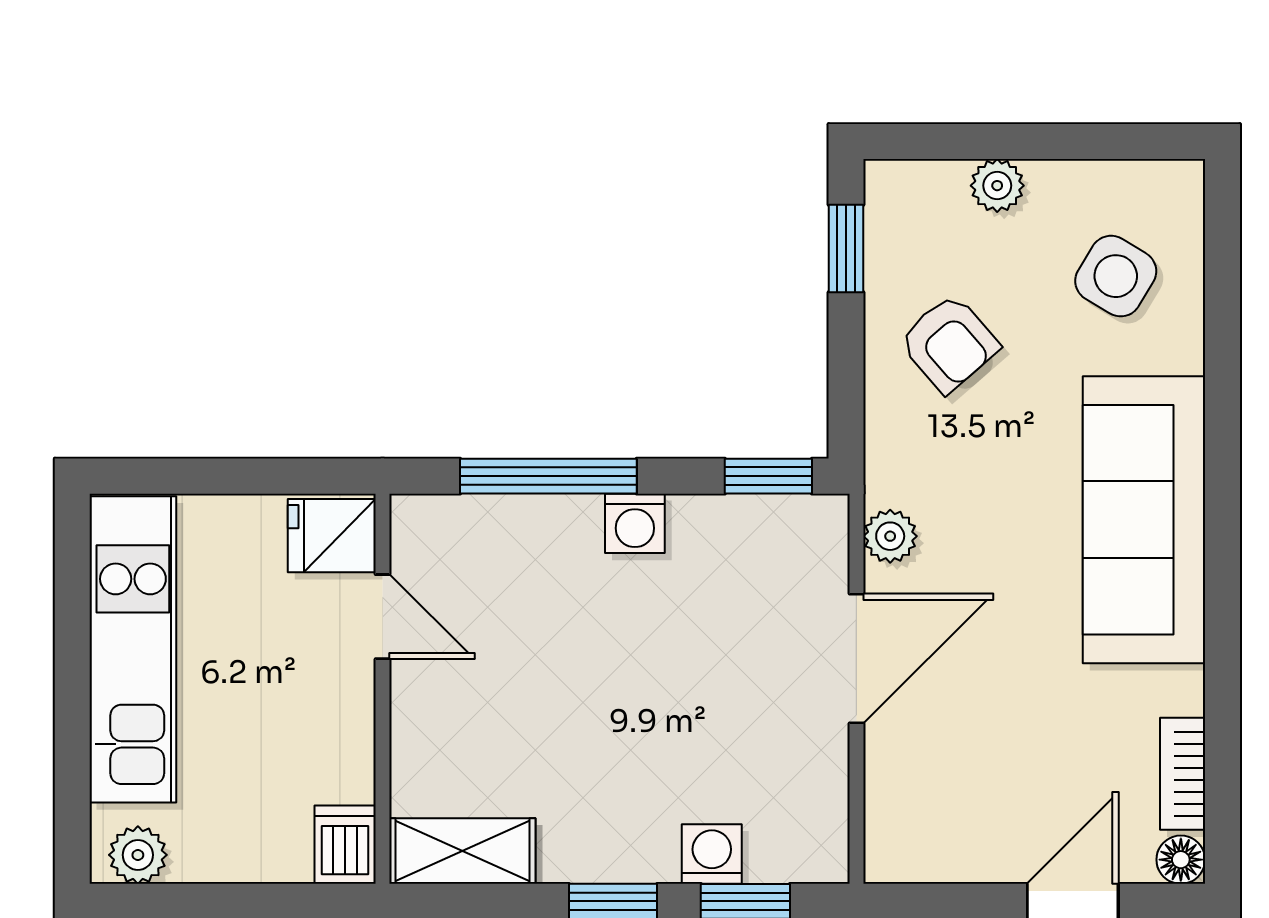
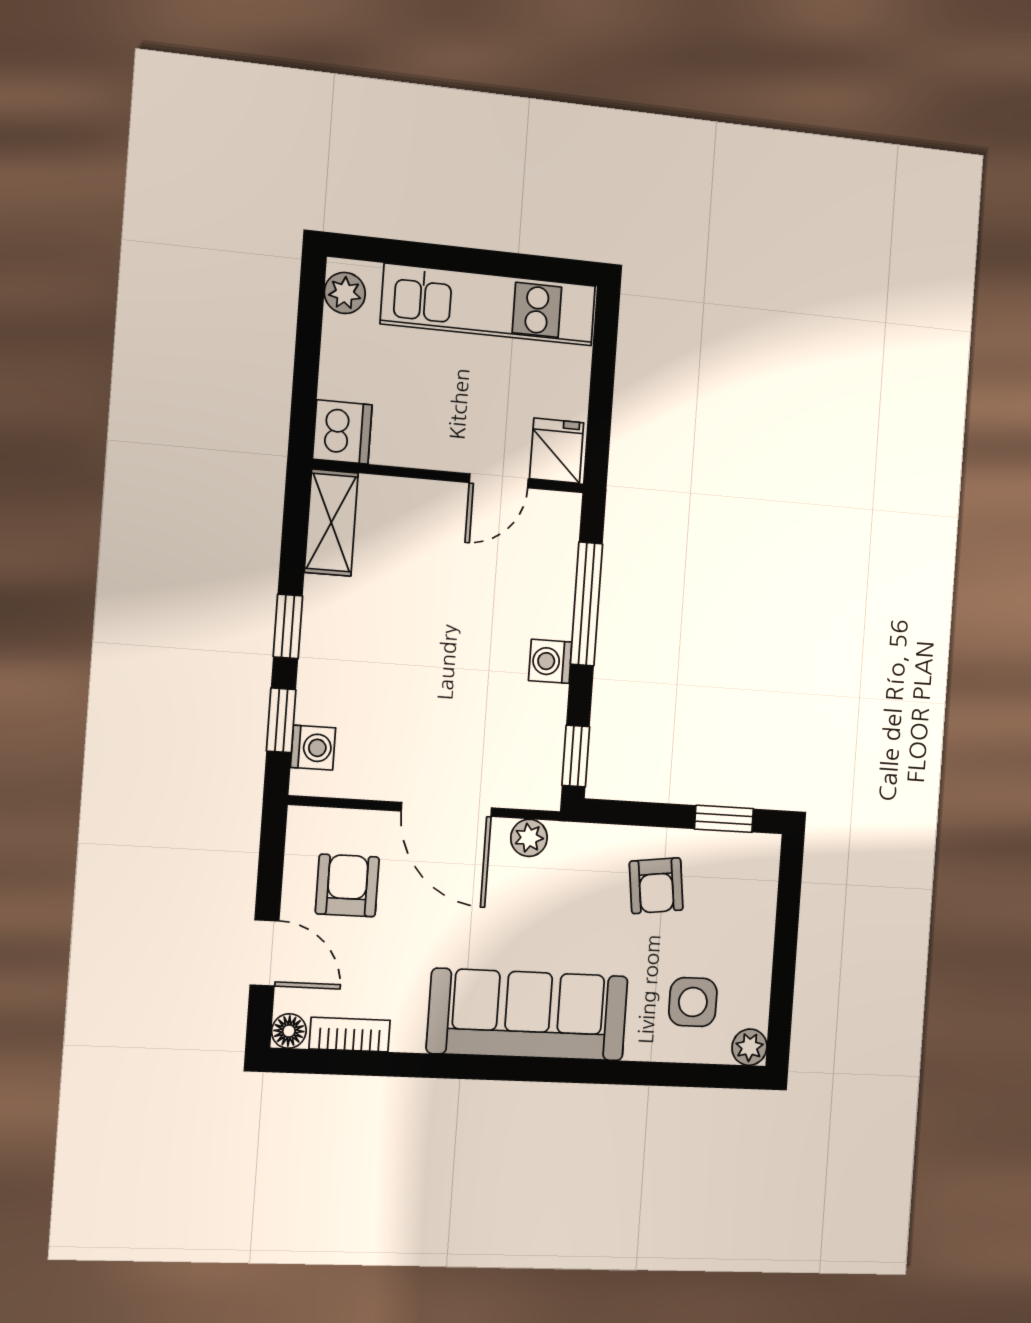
plant: (997, 186) -> (749, 1047), moved
side table: (1116, 276) -> (693, 1002), turned -31
armchair: (949, 343) -> (656, 886), turned -56
armchair: (972, 792) -> (347, 885), added
dishwasher: (345, 845) -> (342, 432), width x1.38
washing machine: (712, 854) -> (313, 748), moved

